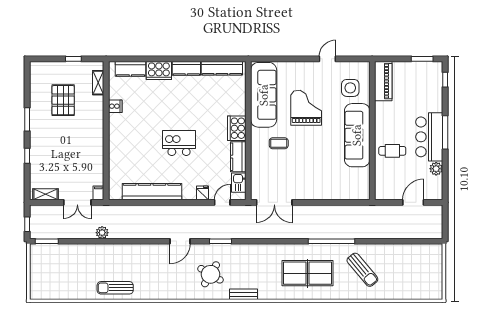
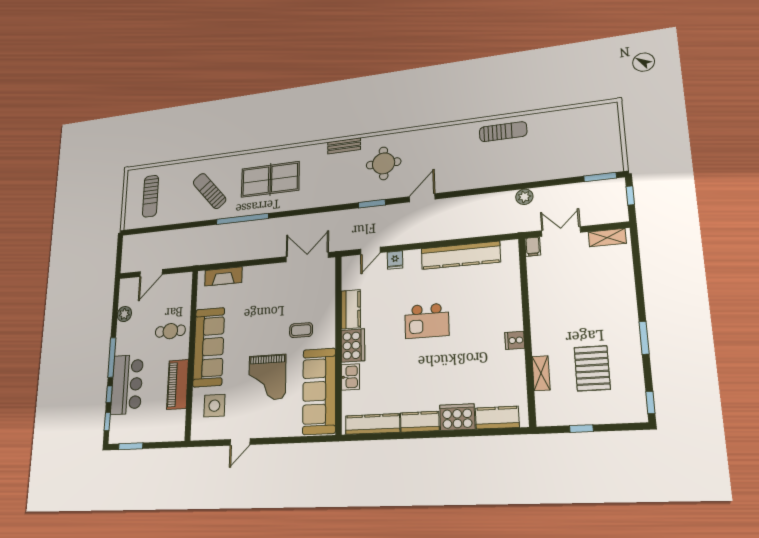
piano: (383, 81) -> (178, 384), moved
shelving: (98, 83) -> (541, 373), moved
window: (445, 102) -> (109, 394), added
cooker: (115, 106) -> (515, 340), moved
bar counter: (429, 137) -> (127, 384), moved
window: (27, 156) -> (650, 402), moved
kitchen sink: (239, 183) -> (350, 377), moved
fireplace: (347, 193) -> (223, 276), added
sun lounger: (418, 272) -> (150, 196), added
round table: (210, 274) -> (384, 163), turned -31

